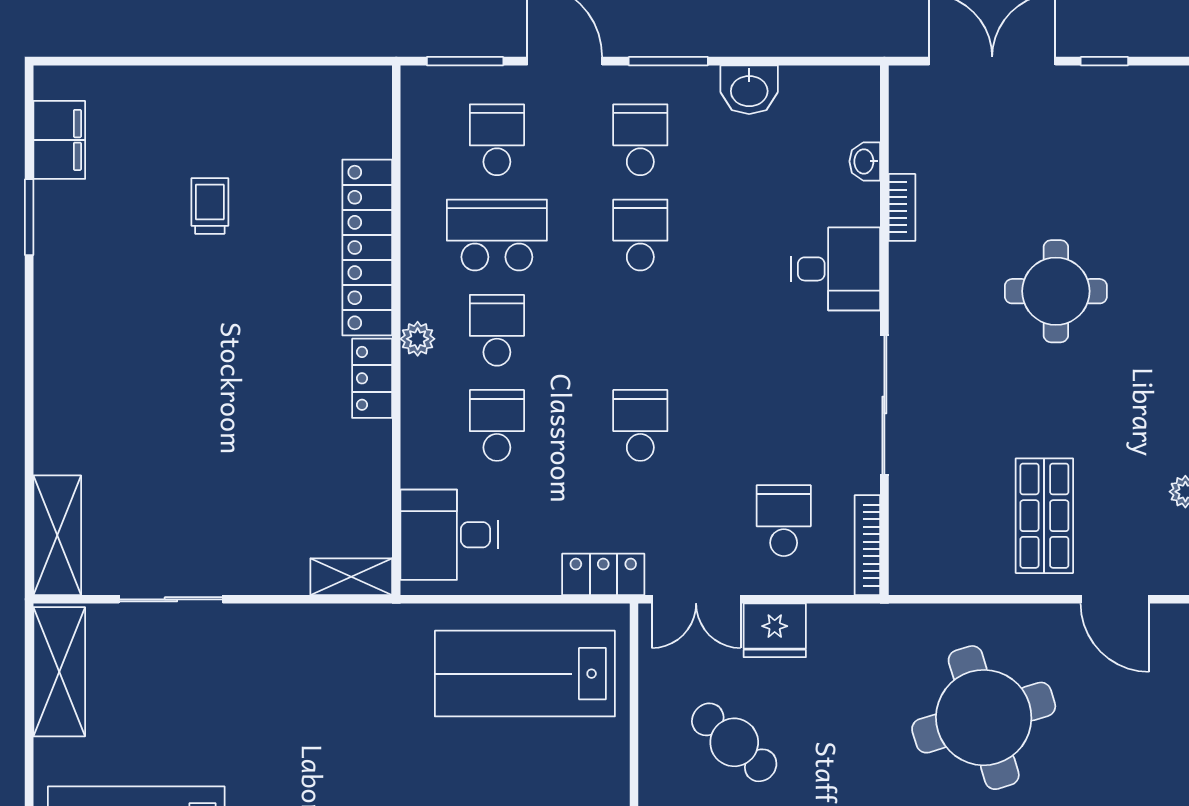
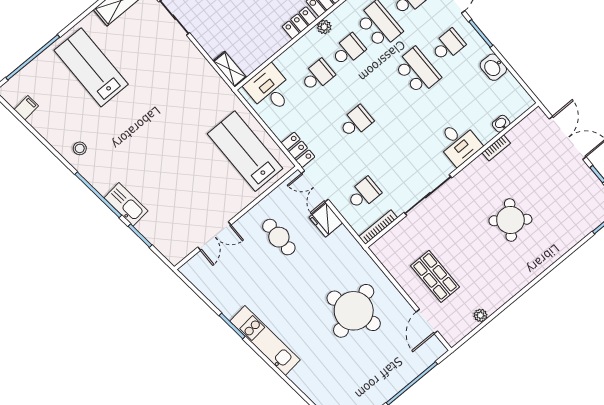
school desk: (640, 235) -> (417, 71), width x1.85
round table: (1056, 291) -> (510, 220), turned 37
shop shelf: (1044, 516) -> (435, 276), turned 90
cafe table: (734, 742) -> (279, 237), turned -41

